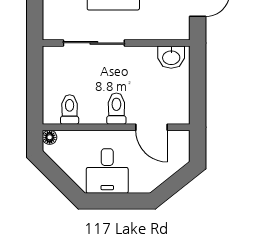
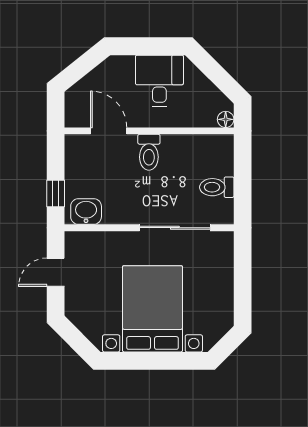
window: (198, 73) -> (56, 193), added
toilet: (70, 110) -> (217, 187), moved, turned 90

